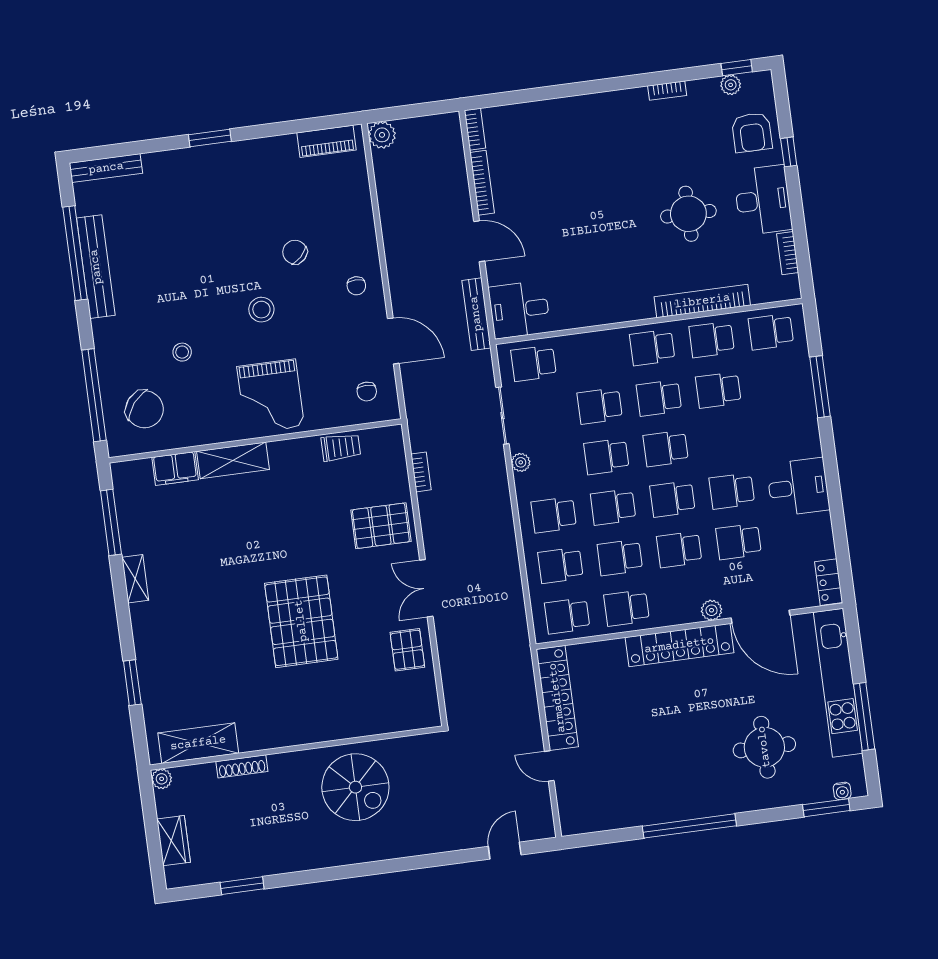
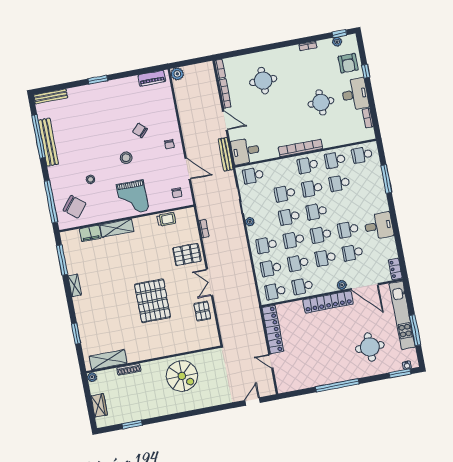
round table: (566, 160) -> (263, 81), added
bookcase: (702, 301) -> (300, 148), moved

